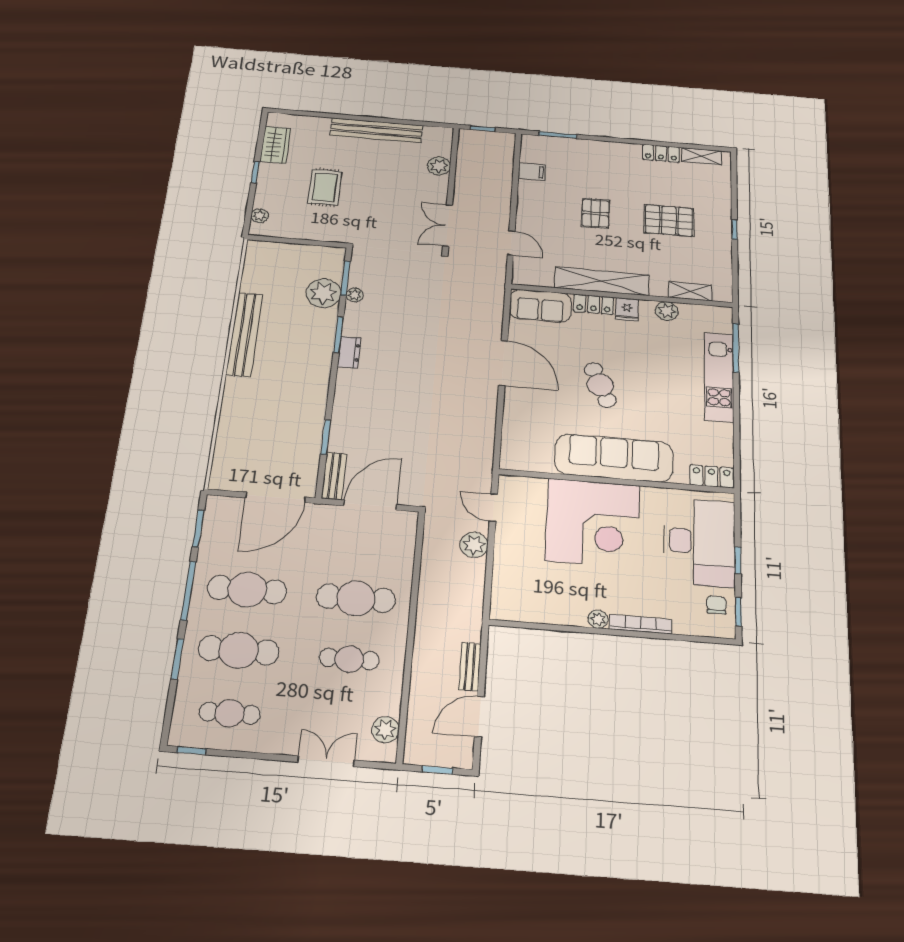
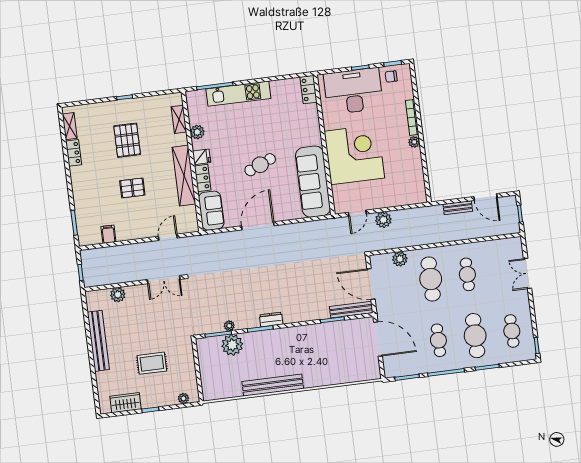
sofa: (614, 458) -> (313, 182), moved
bench: (334, 476) -> (351, 310), width x1.36
cafe table: (247, 590) -> (438, 340), width x0.73, depth x0.74
plant: (385, 730) -> (400, 259), moved

